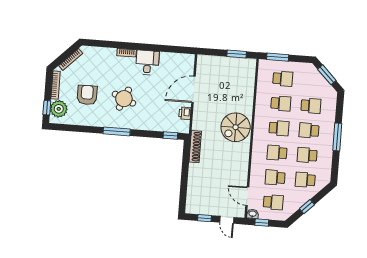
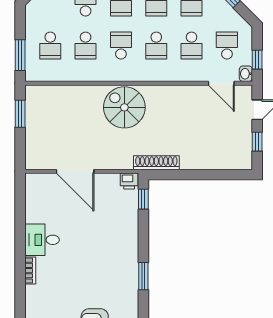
school desk: (283, 79) -> (50, 46), turned 180
round table: (124, 99) -> (96, 269), removed
school desk: (281, 103) -> (86, 46), turned 180
printer: (185, 113) -> (129, 181), moved
spiral stairs: (236, 127) -> (124, 107), turned 180
window: (117, 131) -> (143, 276), width x0.69
door: (247, 196) -> (221, 83), hinge flipped

